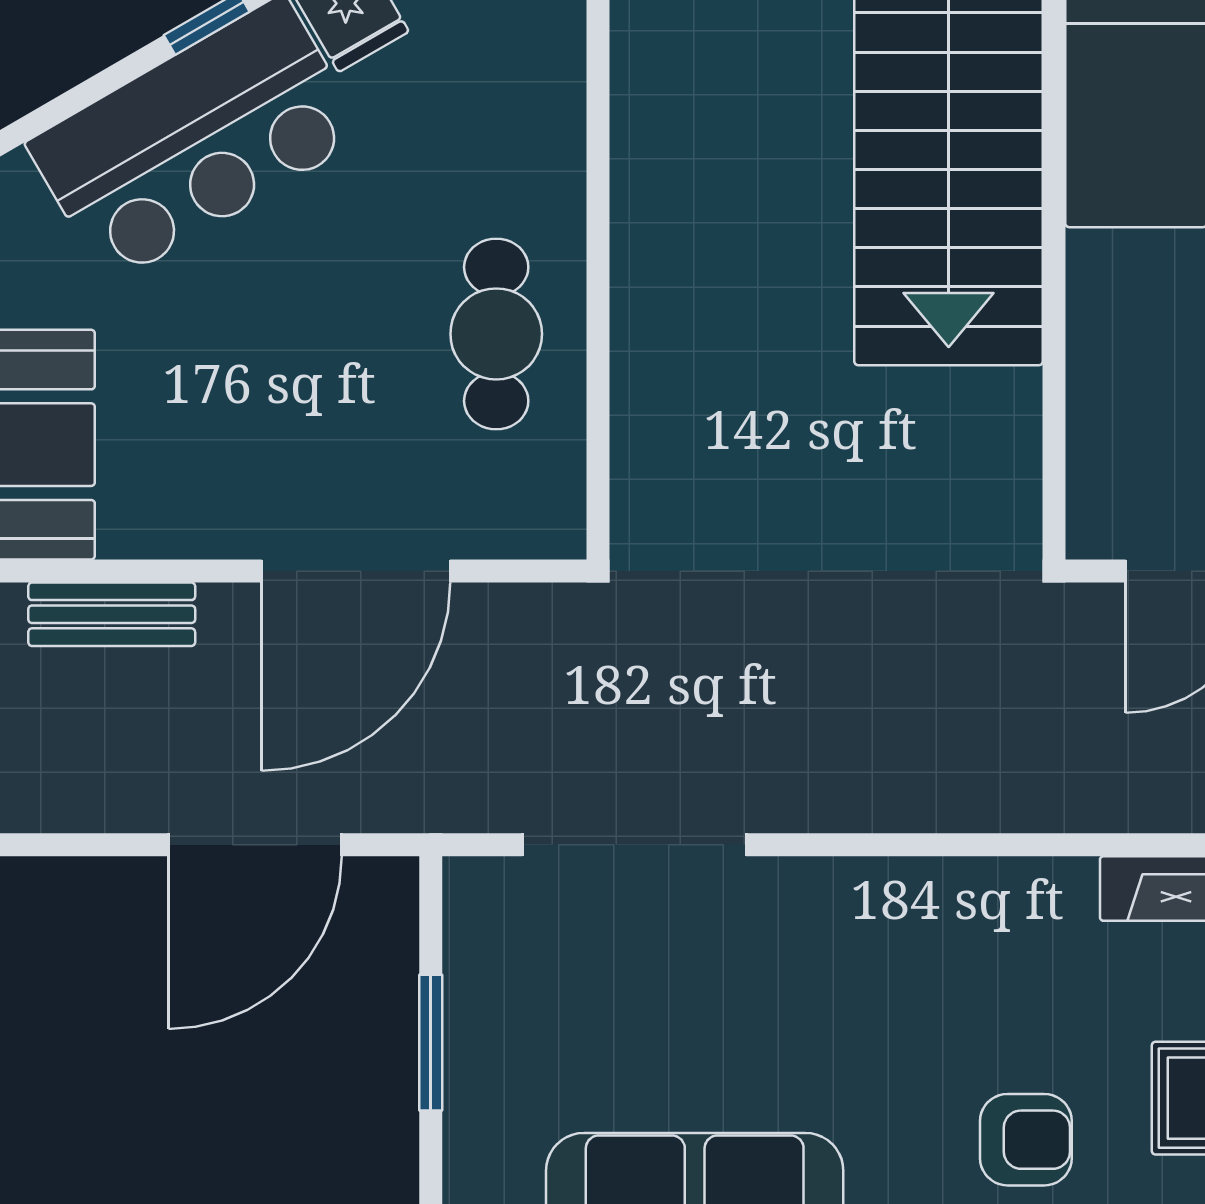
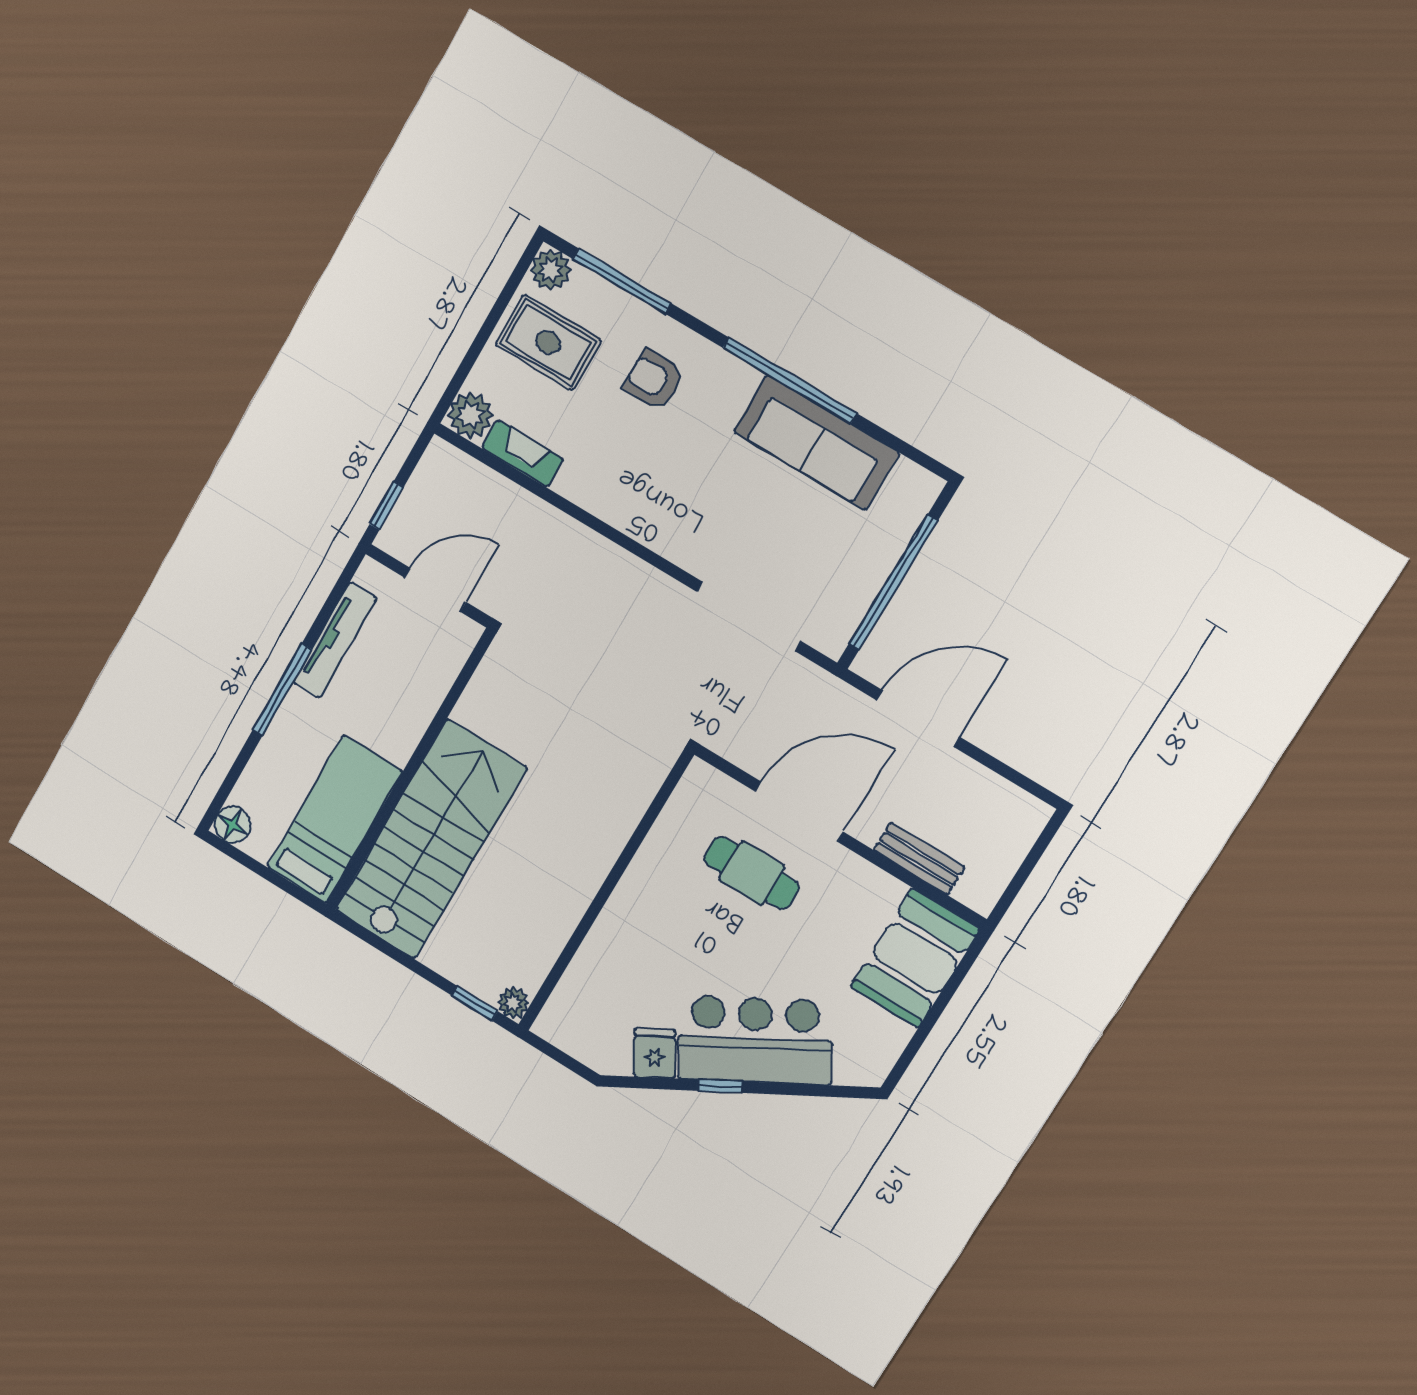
cafe table: (496, 334) -> (752, 873), moved, turned 90
window: (431, 1043) -> (893, 583), width x2.11

